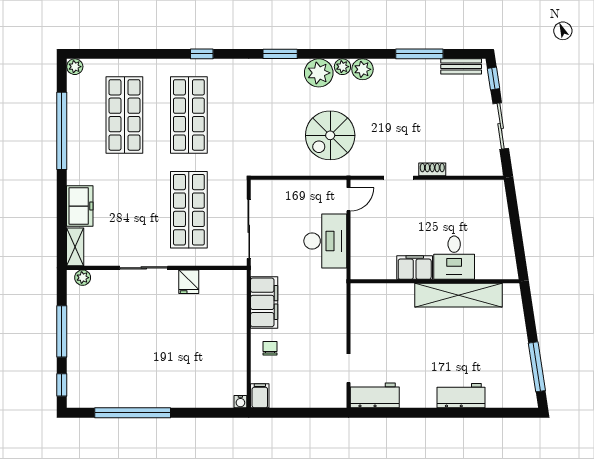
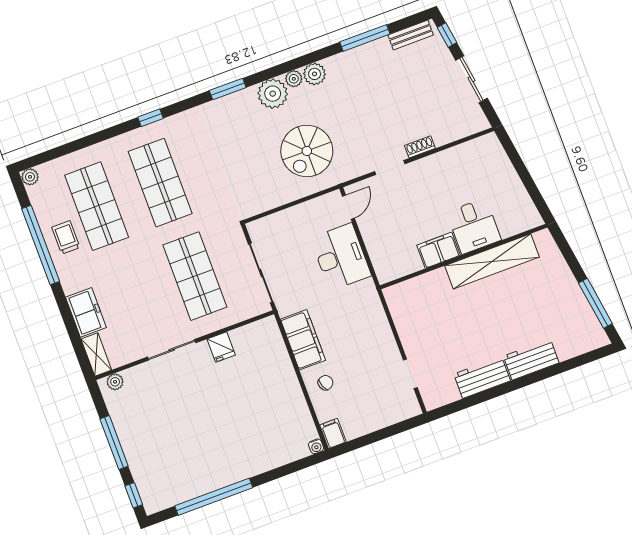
trolley: (87, 132) -> (66, 237), added
chair: (270, 348) -> (326, 383), turned 70
workbench: (375, 395) -> (482, 377), moved

